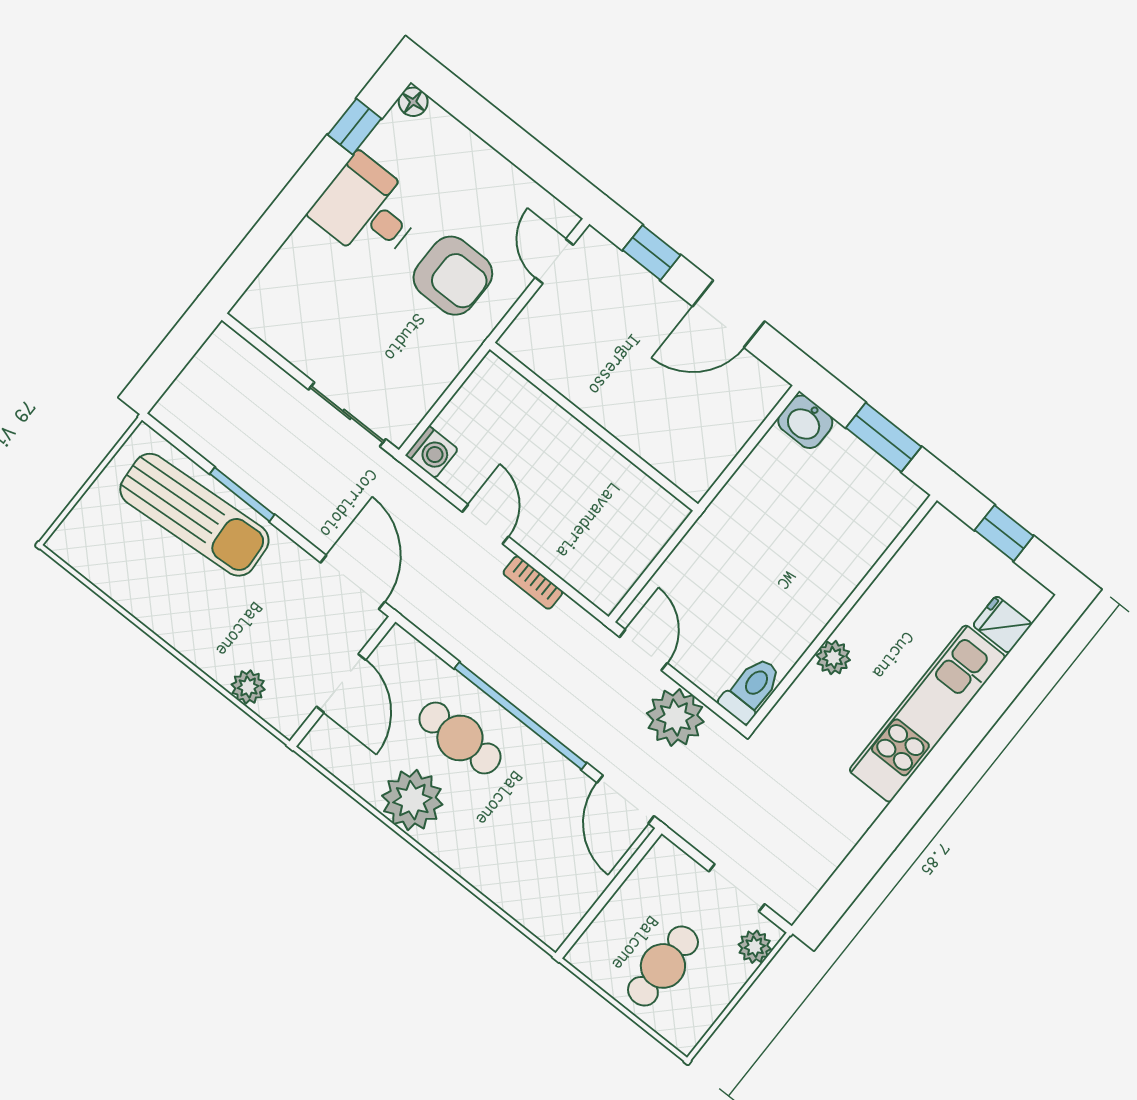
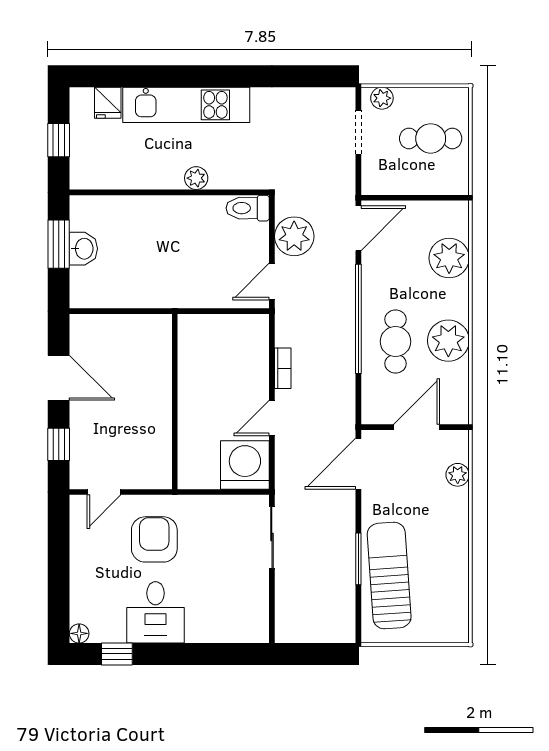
washbasin: (805, 422) -> (83, 249), moved
washing machine: (432, 452) -> (245, 465), width x1.89, depth x1.89
plant: (507, 877) -> (449, 258), added

